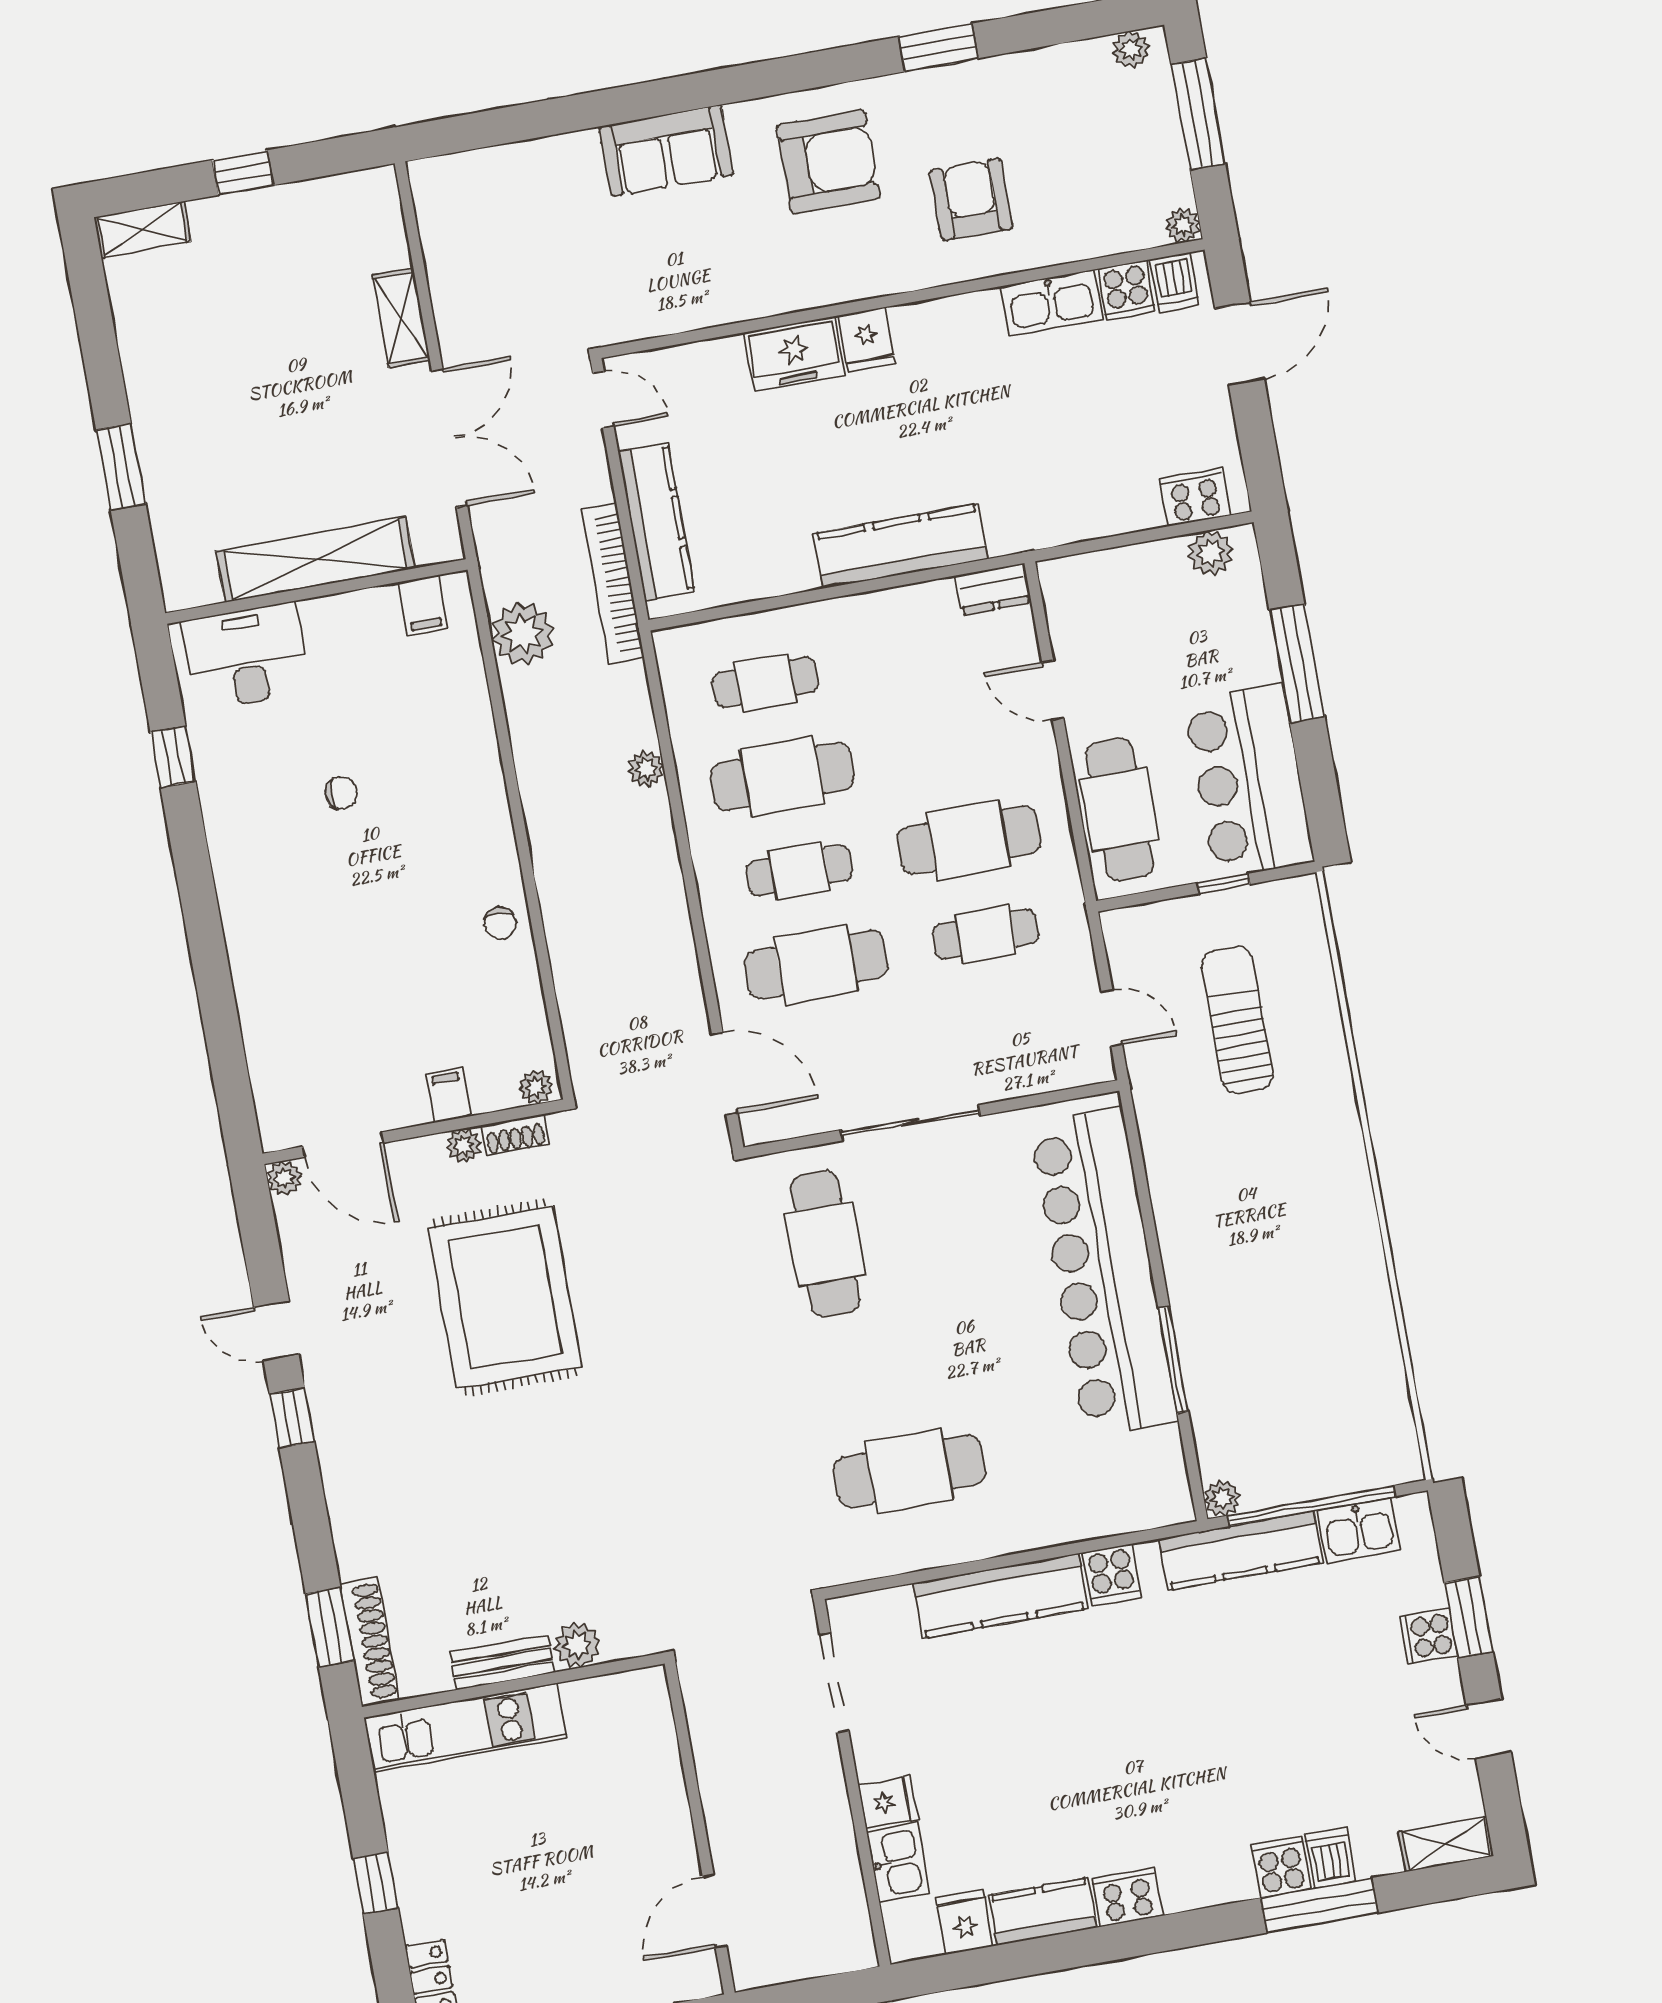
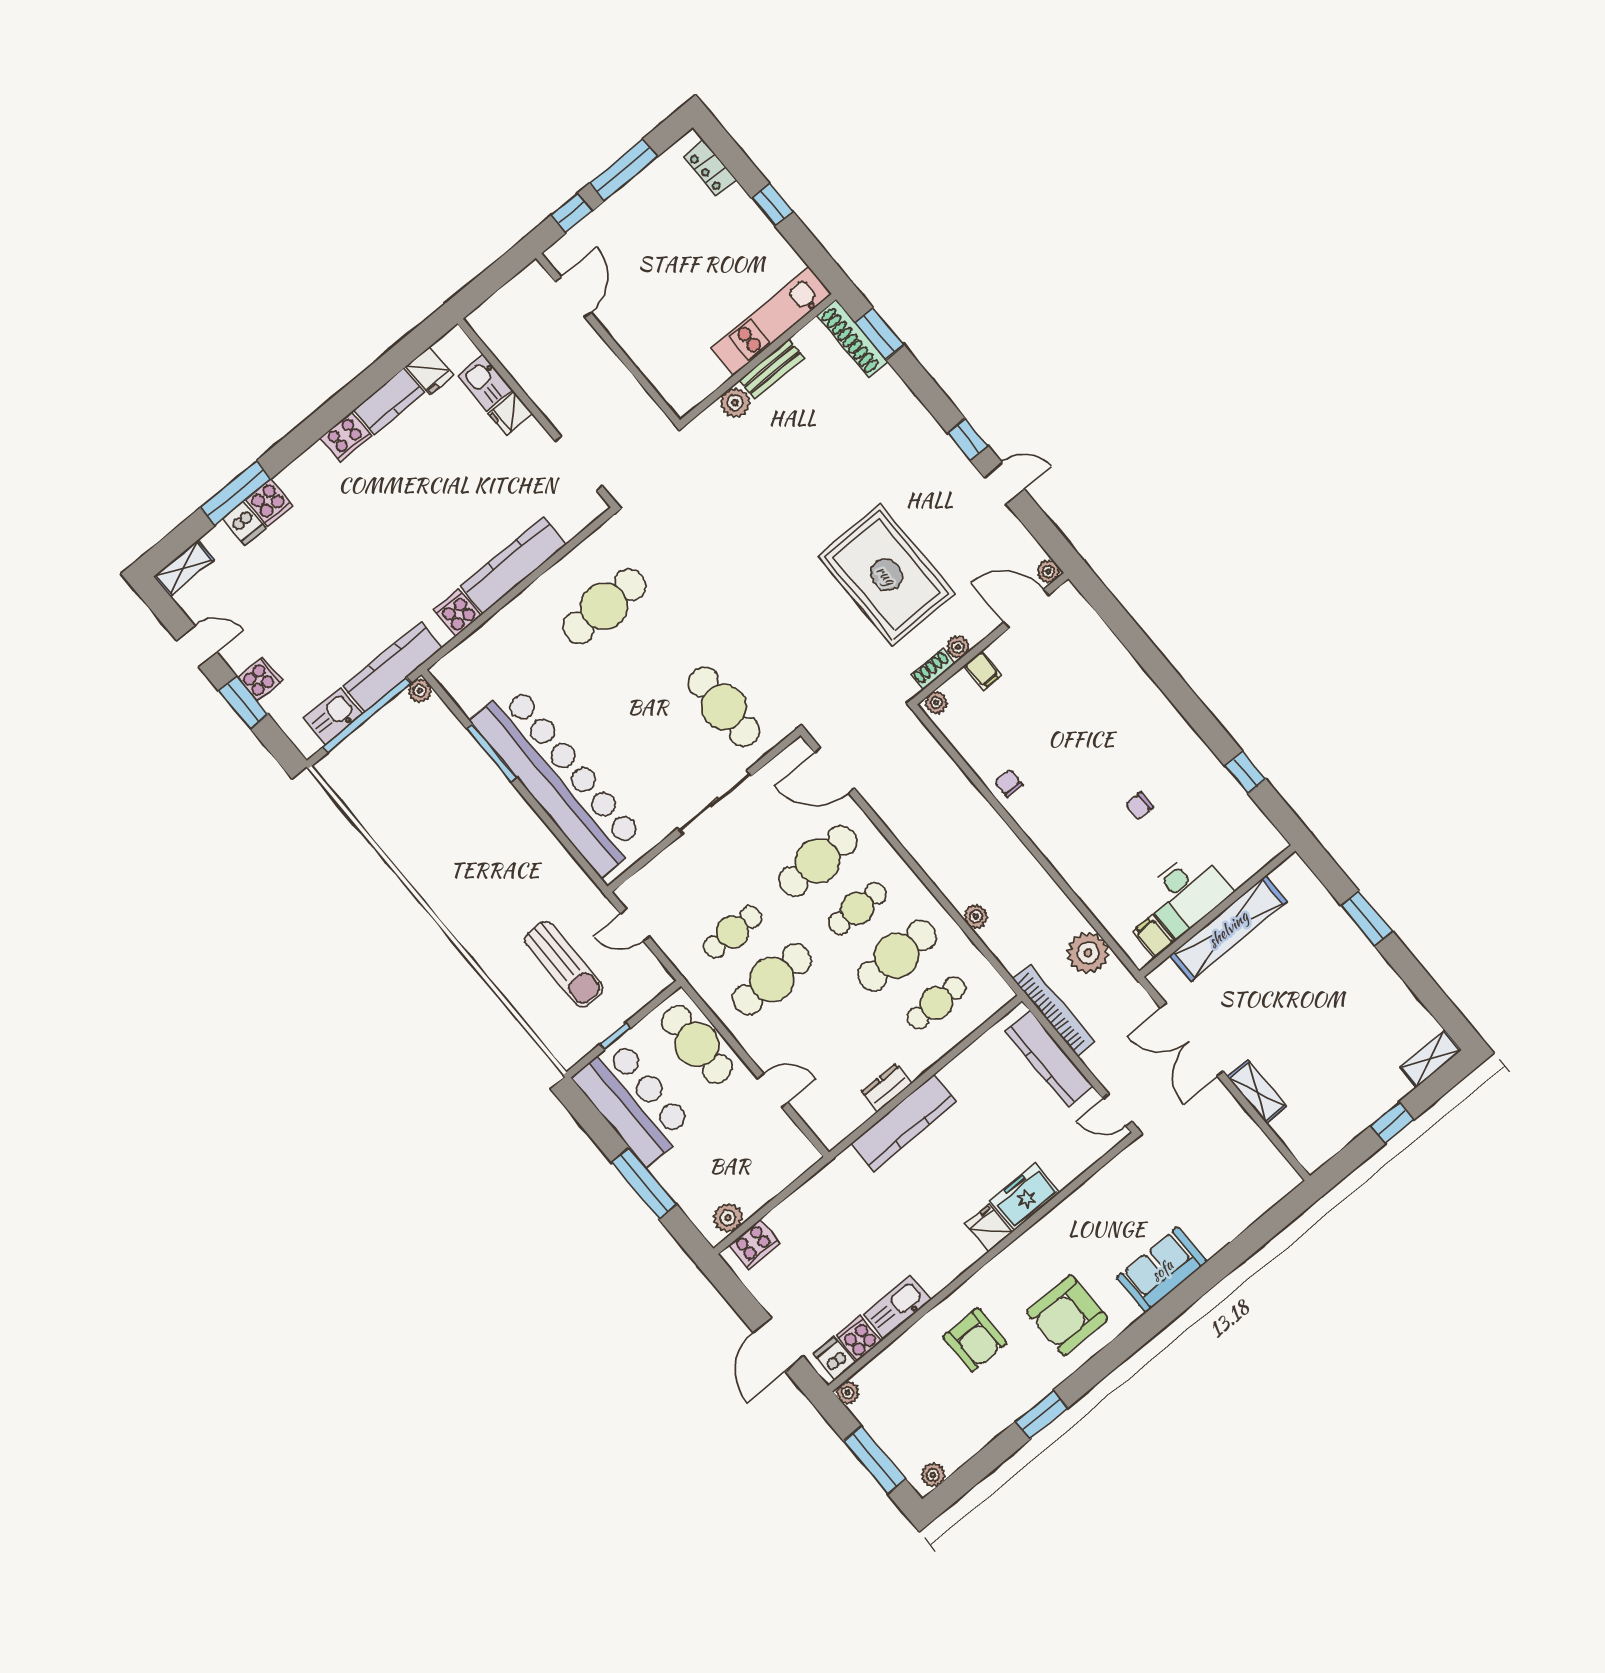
dresser: (993, 589) -> (887, 1088), moved
desk: (246, 657) -> (1187, 893), moved

